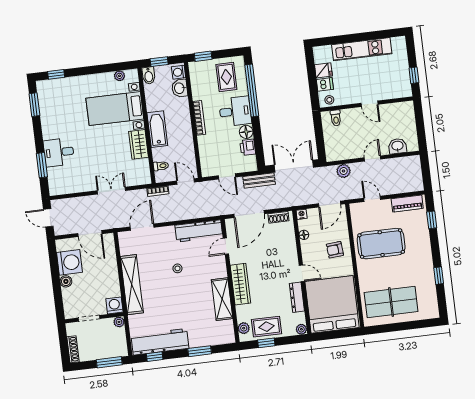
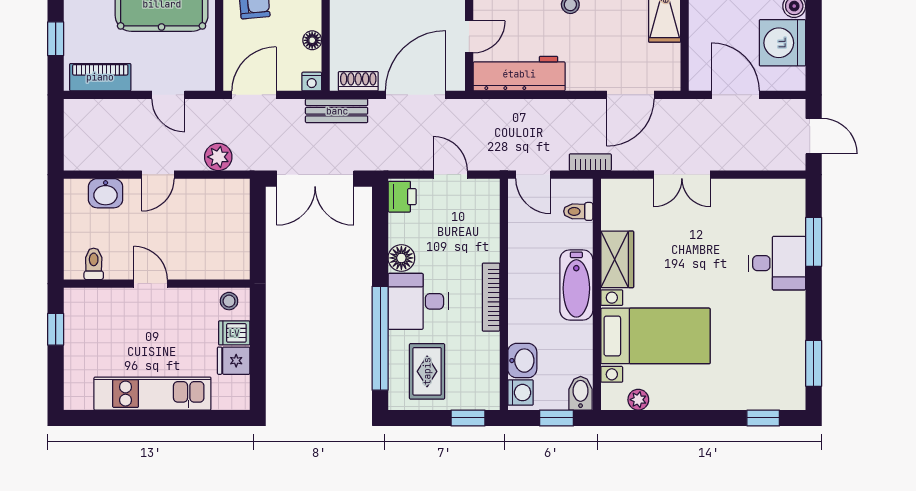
toilet: (336, 118) -> (94, 264), moved
printer: (248, 147) -> (402, 197), moved
bench: (259, 180) -> (337, 111), moved

